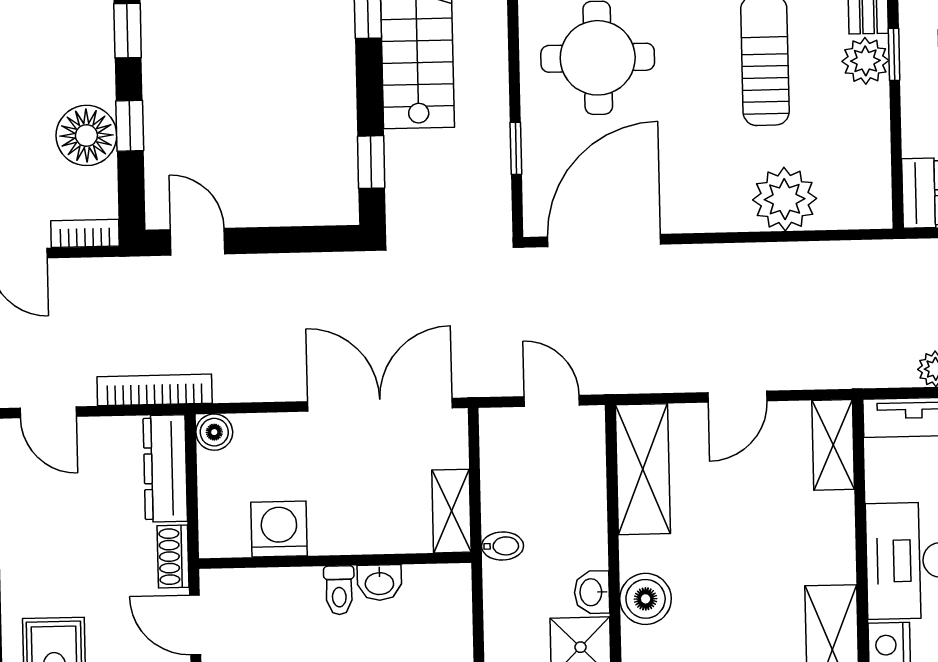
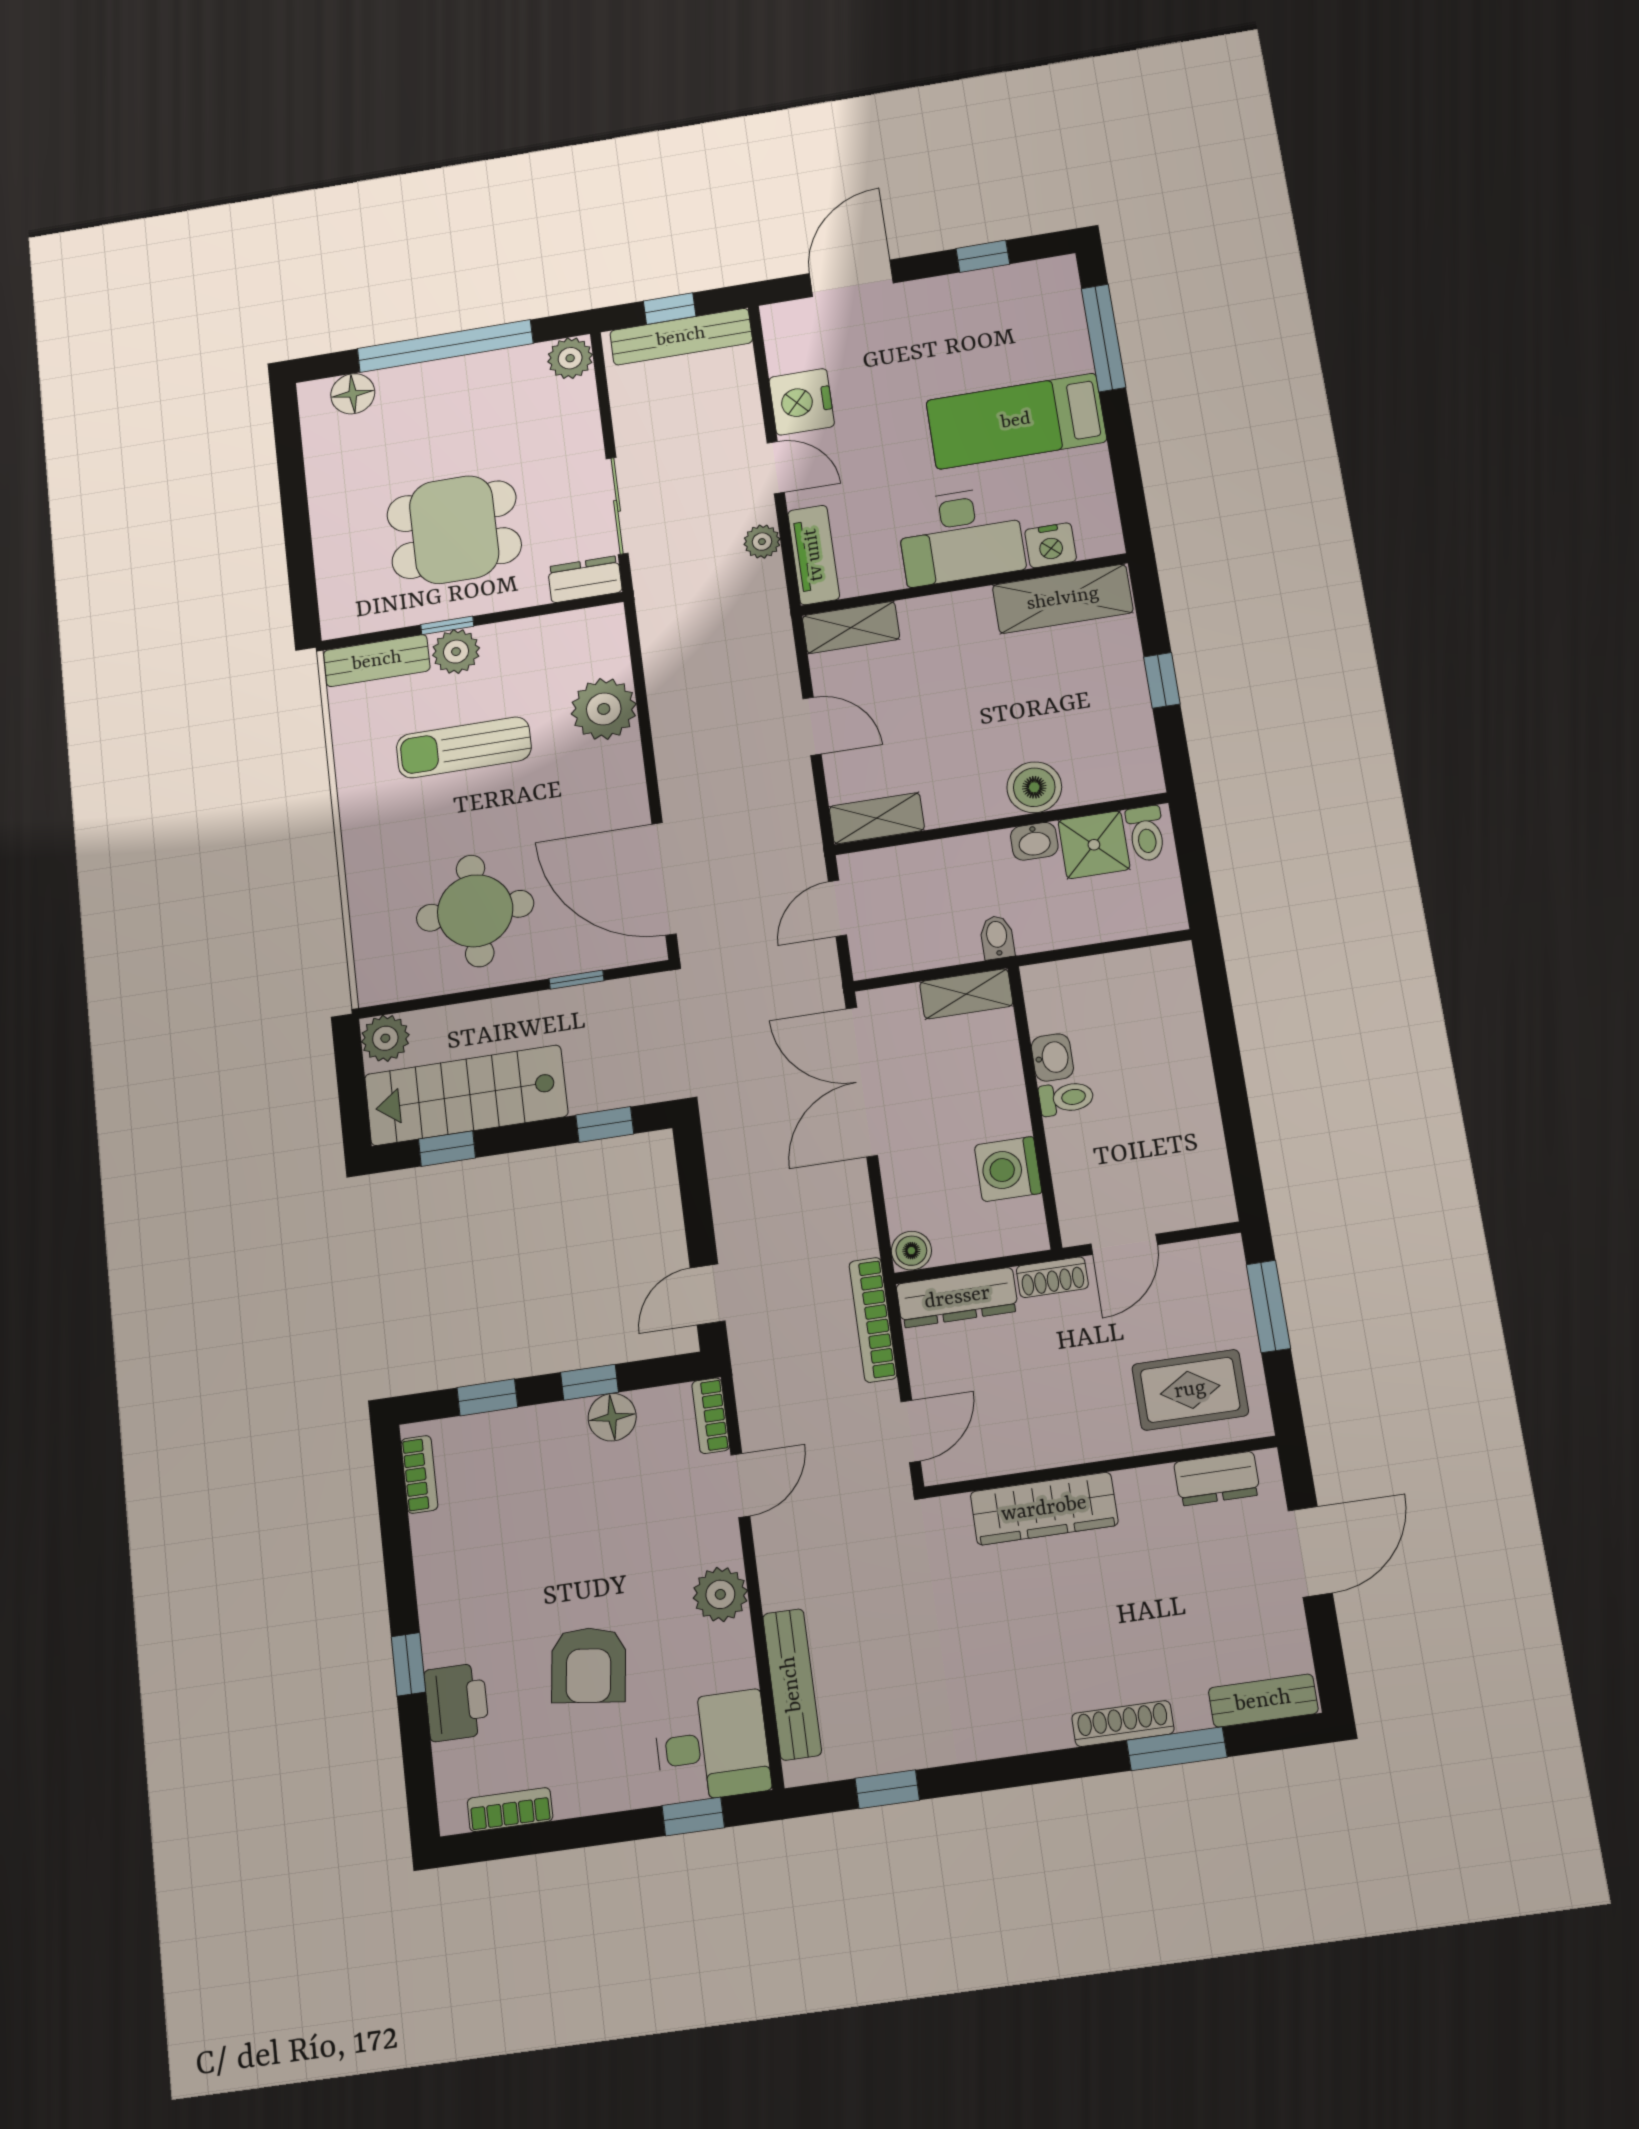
floor lamp: (86, 135) -> (612, 1417), width x0.73, depth x0.73
shelving: (643, 469) -> (877, 818), width x0.67, depth x0.75

